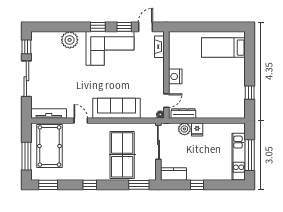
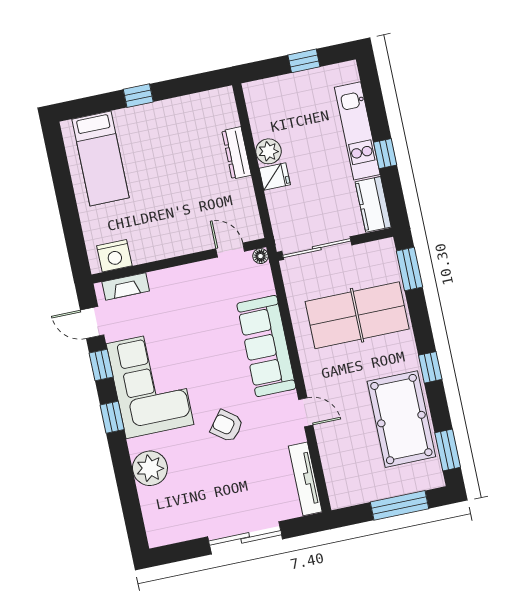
window: (26, 47) -> (182, 551), removed
nightstand: (175, 76) -> (114, 256), moved
armchair: (82, 81) -> (227, 426), added
window: (250, 93) -> (138, 96), moved
dresser: (183, 113) -> (237, 153), moved
door: (81, 121) -> (306, 412), swing flipped
plant: (184, 129) -> (268, 151), moved
pool table: (49, 146) -> (401, 419), moved, turned 90
window: (250, 155) -> (304, 61), width x0.46
kitchen unit: (239, 157) -> (357, 131), moved, turned 90

